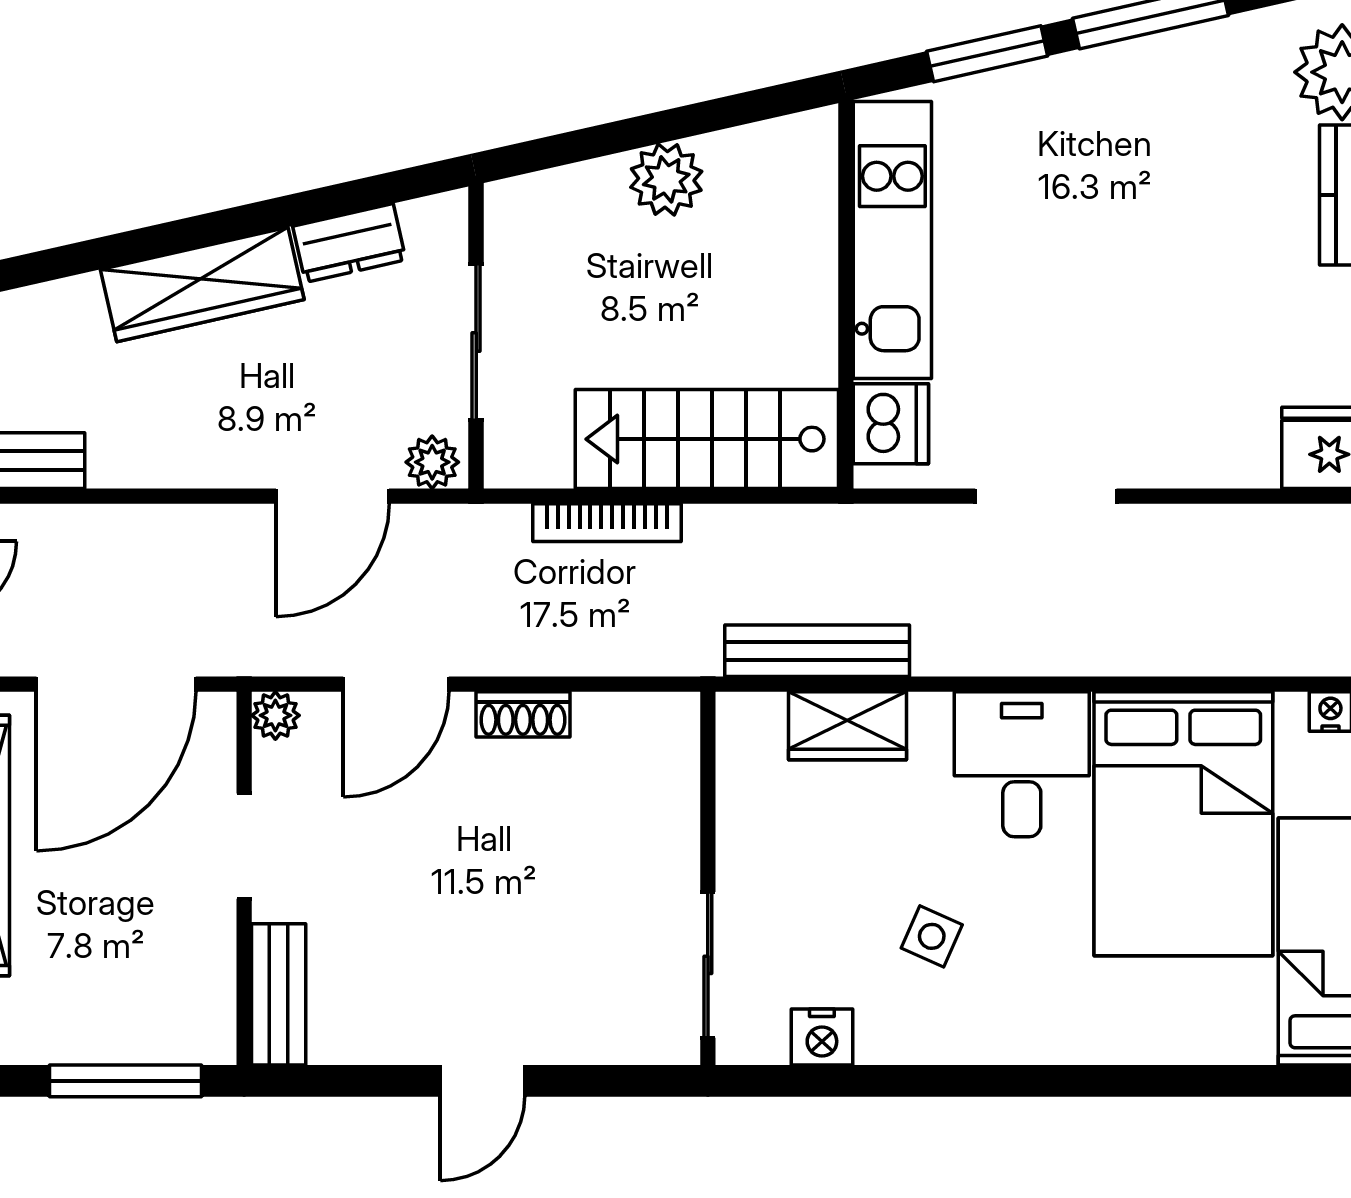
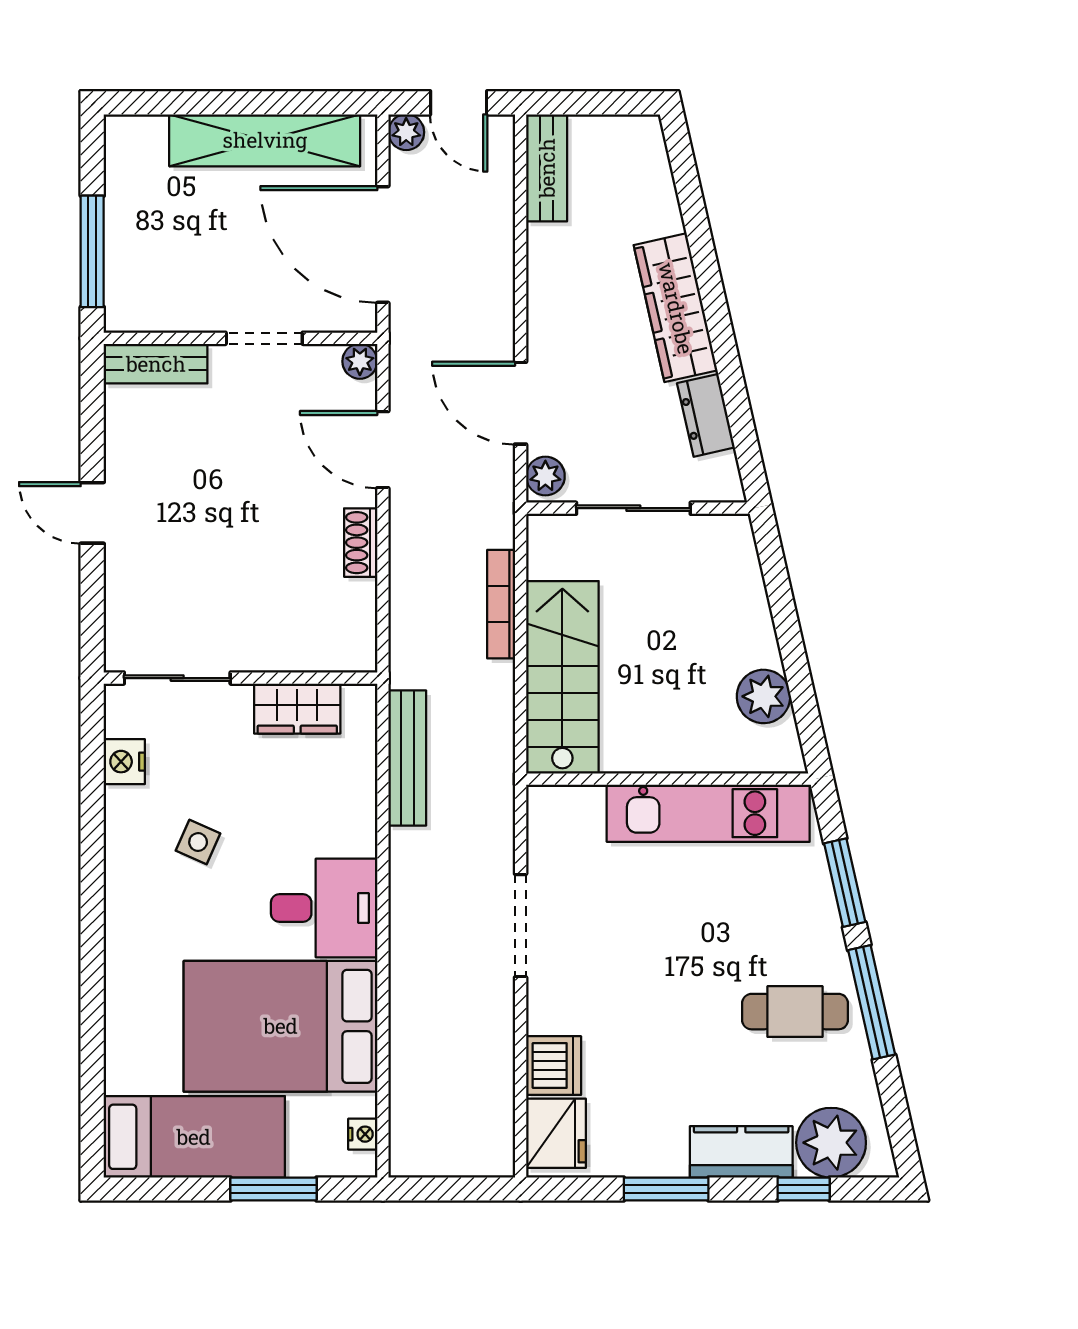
cafe table: (1163, 121) -> (795, 1012), added
plant: (666, 179) -> (764, 696), moved
dishwasher: (891, 424) -> (554, 1066), moved, turned -90
wardrobe: (848, 726) -> (297, 709), moved, turned -90

